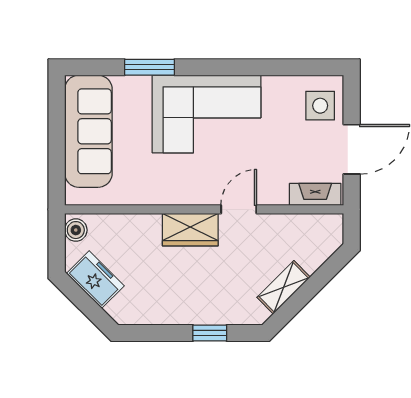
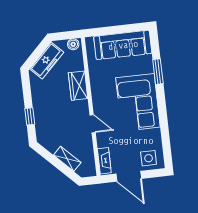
wardrobe: (190, 230) -> (78, 86), moved
freezer: (95, 280) -> (47, 61), width x1.40
shelving: (284, 287) -> (67, 159), moved

